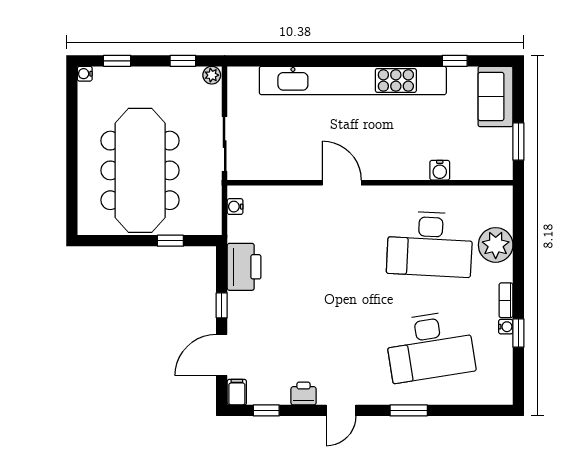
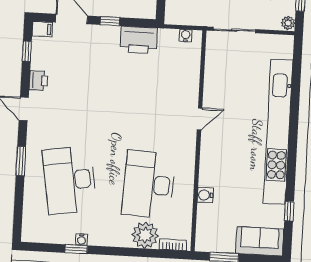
door: (342, 183) -> (200, 119), width x0.73
bookcase: (506, 300) -> (173, 245), moved

